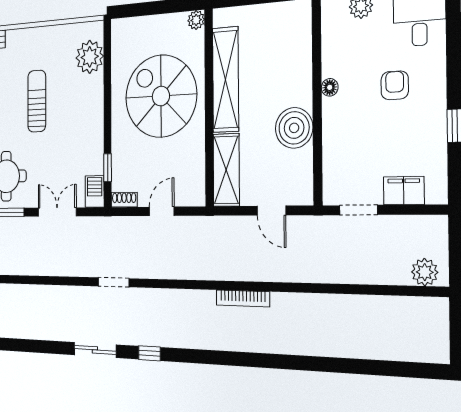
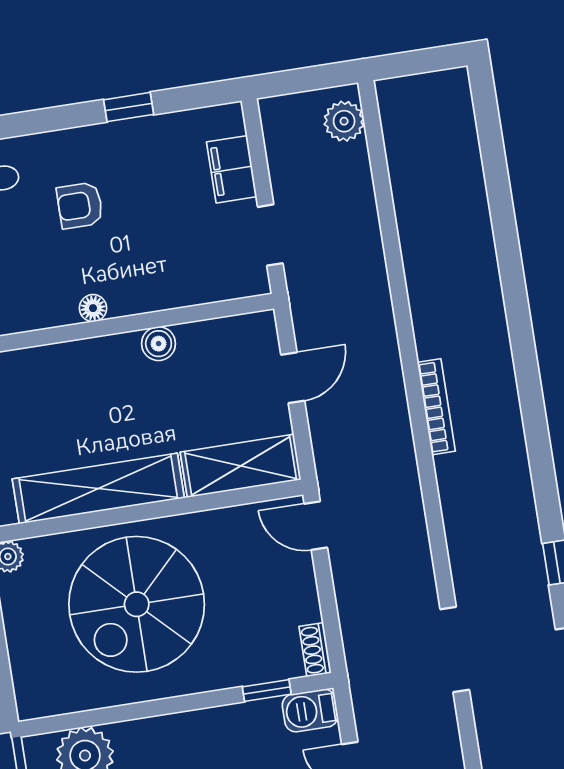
boiler: (294, 128) -> (159, 344), width x0.54, depth x0.54
door: (162, 211) -> (316, 526), moved
doorway: (114, 282) -> (455, 650), width x1.38

